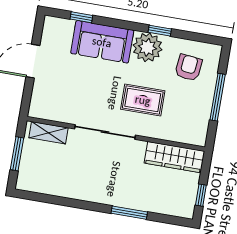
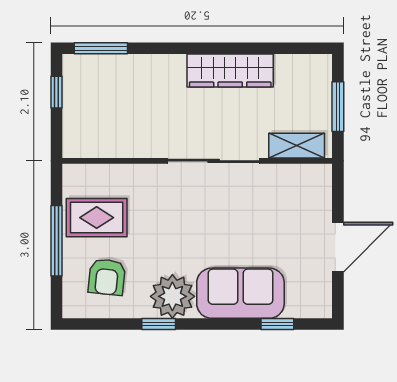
rug: (143, 100) -> (97, 218), moved
wardrobe: (174, 157) -> (230, 71), moved, turned 180
window: (129, 213) -> (101, 48), moved

